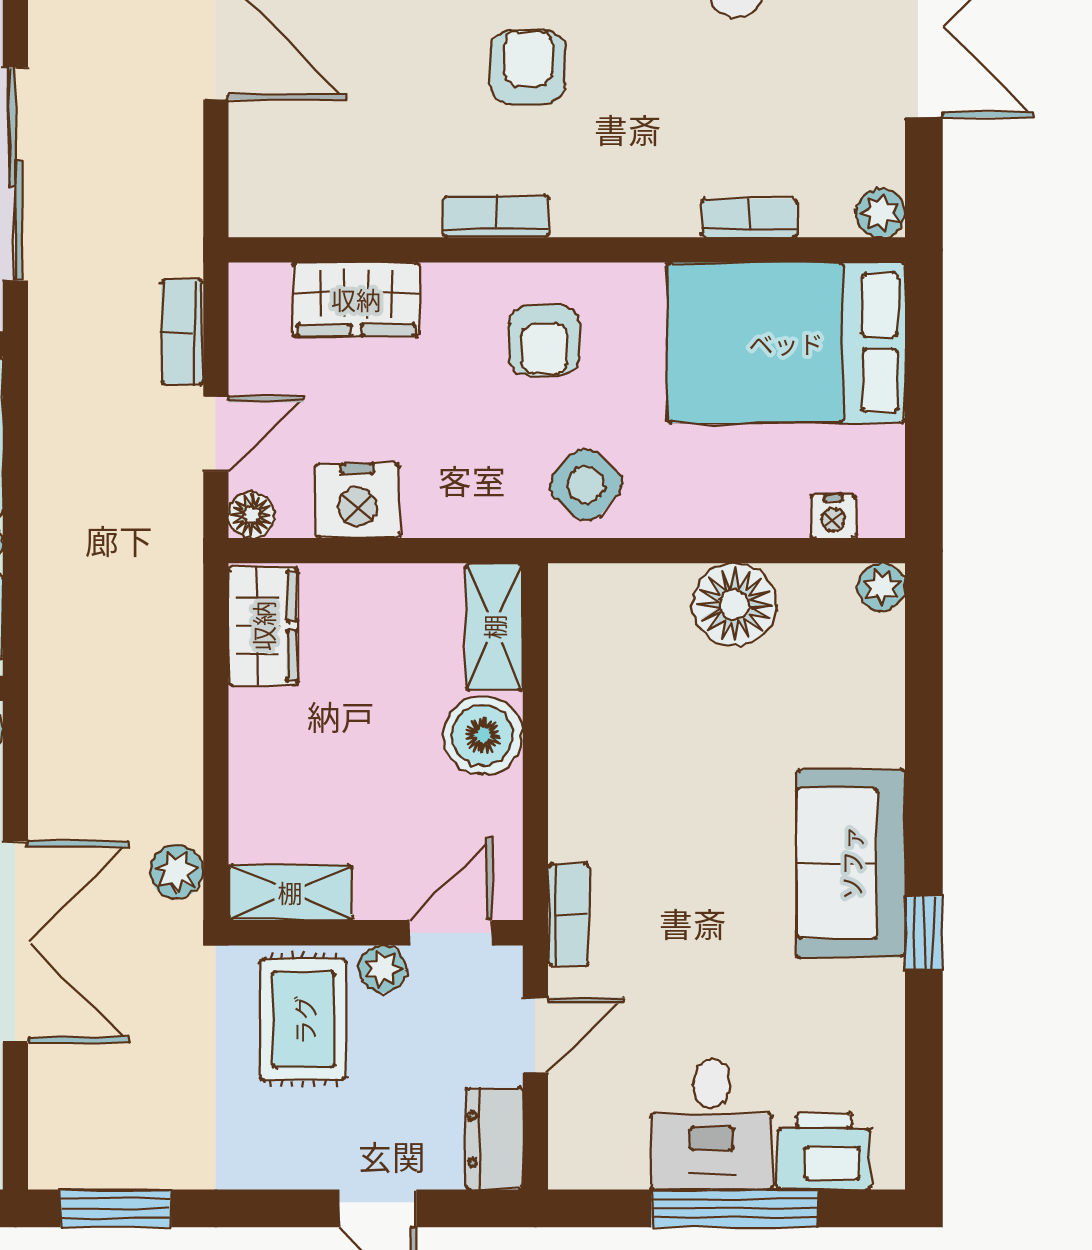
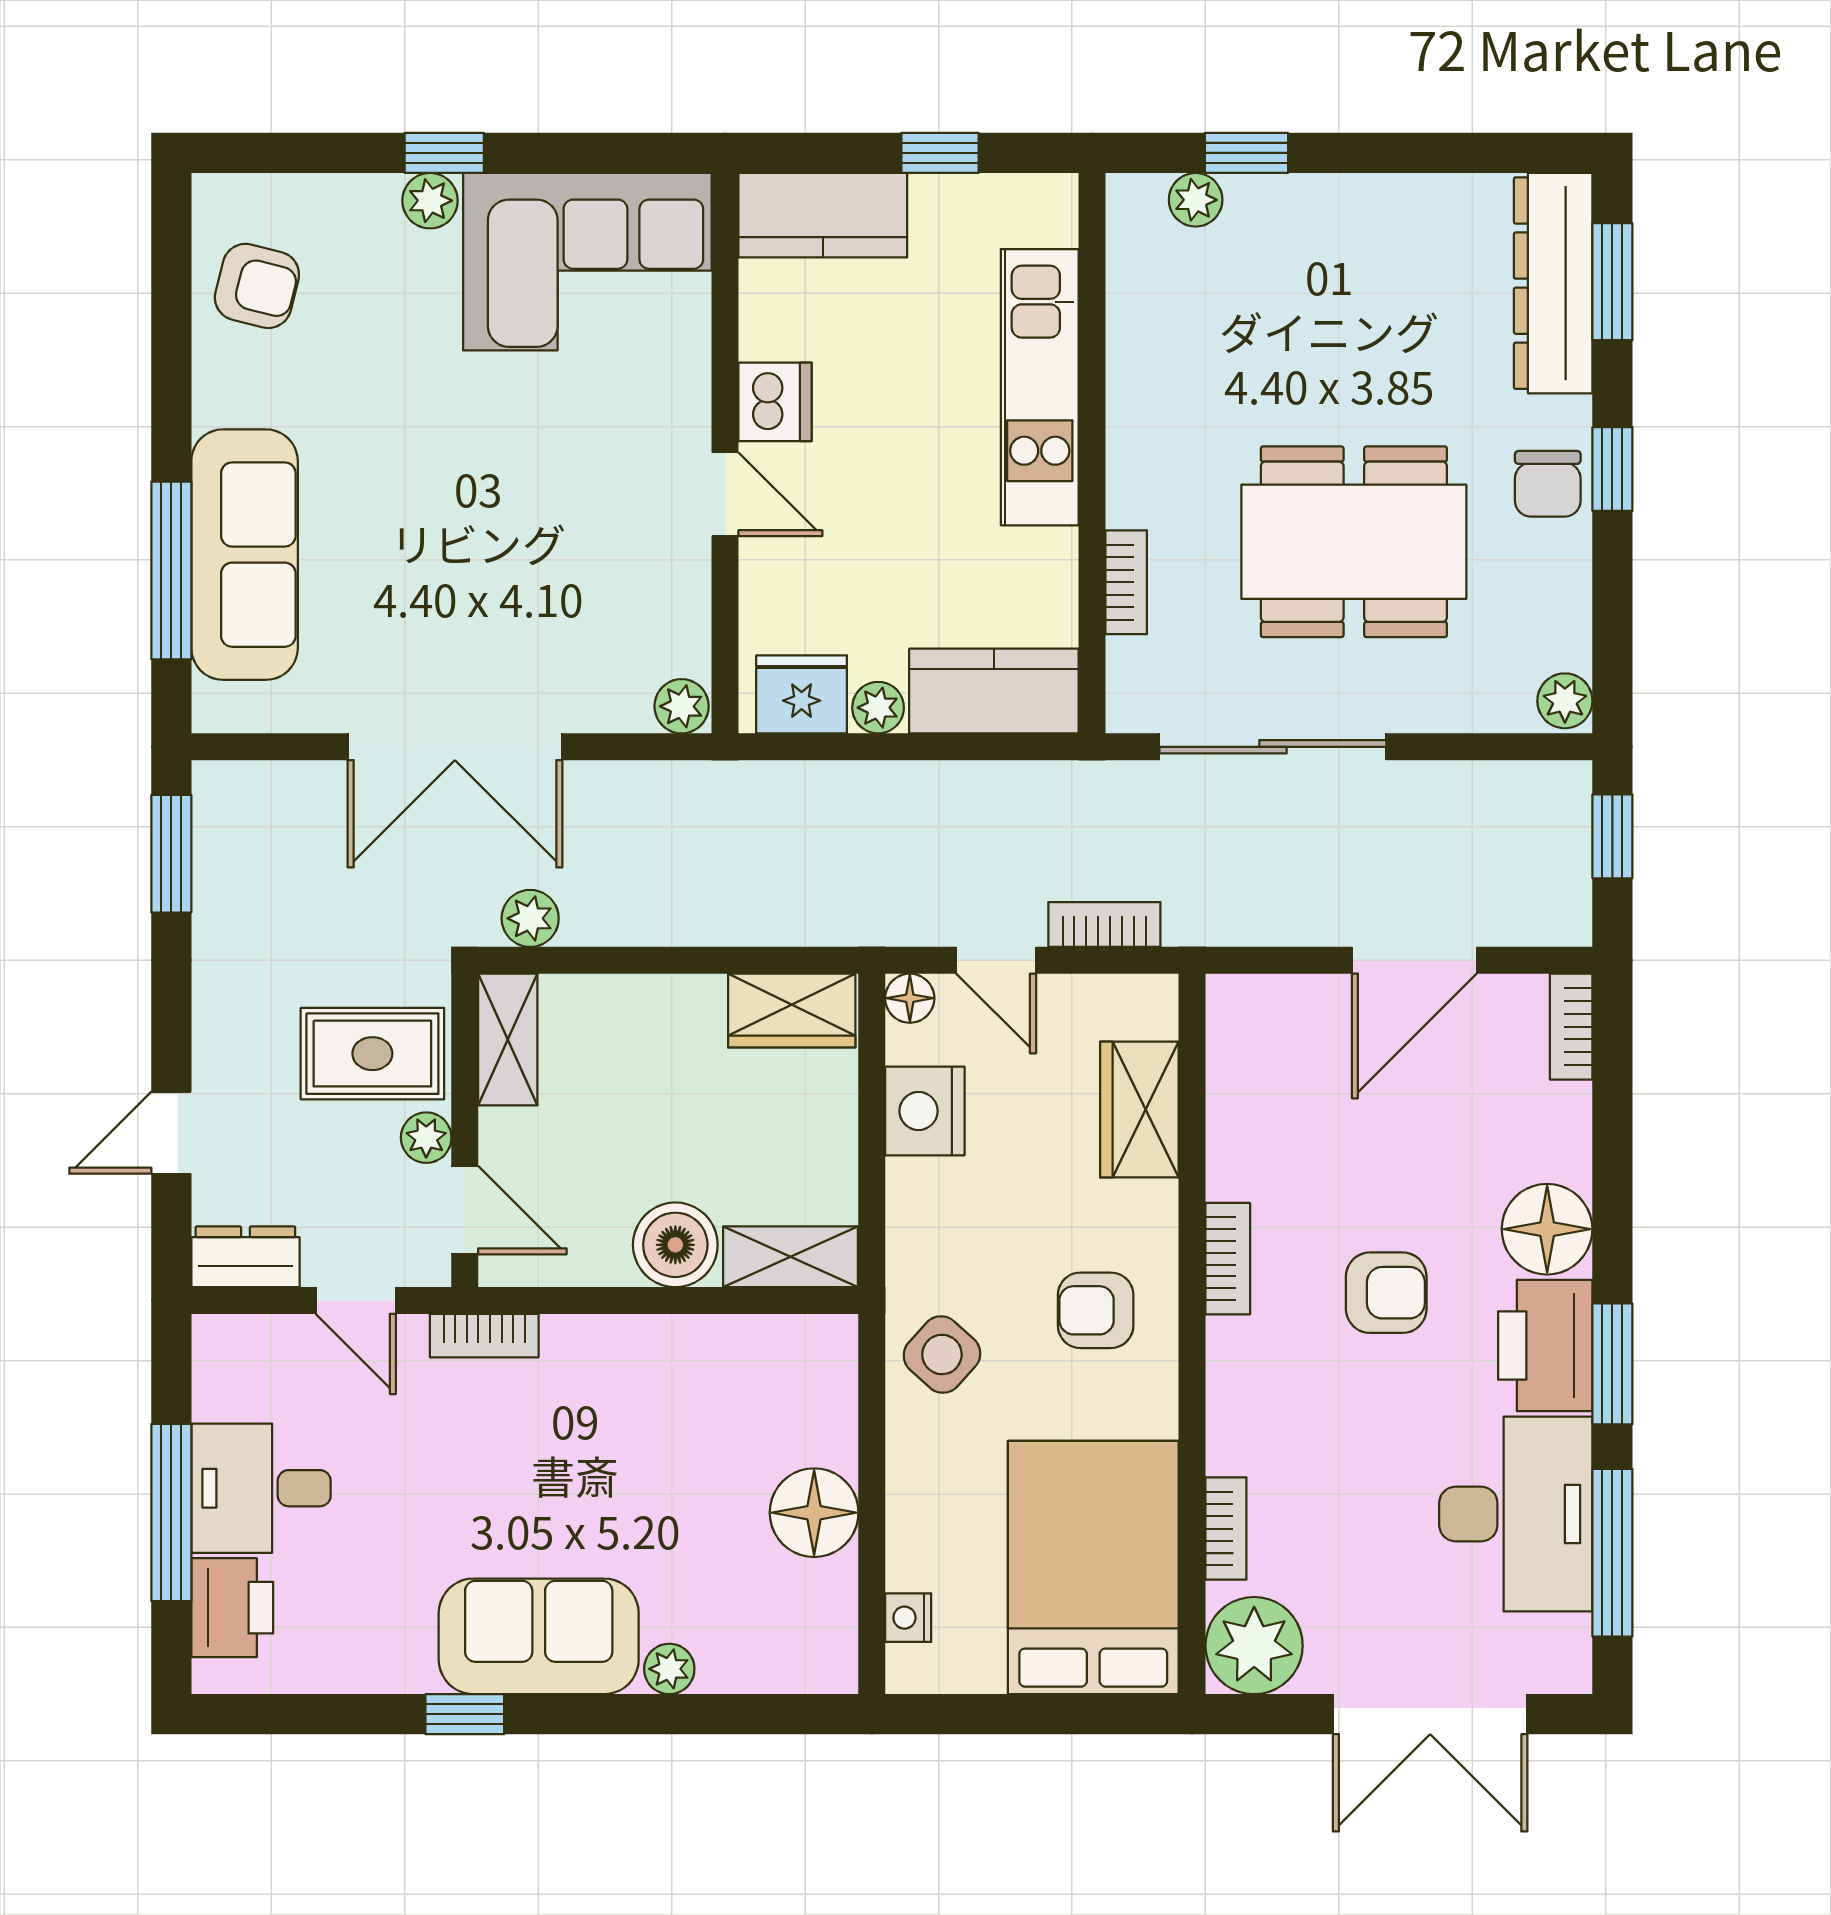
plant: (881, 213) -> (1254, 1646), width x1.88, depth x1.88
plant: (881, 587) -> (669, 1669), moved

